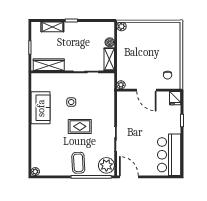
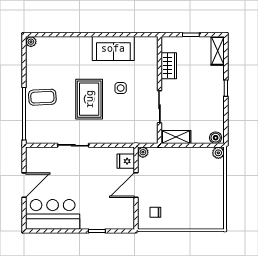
shelving: (52, 27) -> (218, 51), moved
boiler: (110, 42) -> (216, 138), moved
wardrobe: (49, 65) -> (169, 66), width x0.67
fridge: (175, 98) -> (126, 161), moved
rug: (80, 126) -> (89, 99), width x1.36, depth x1.43
plant: (106, 165) -> (39, 133), removed
door: (129, 177) -> (24, 185), moved

